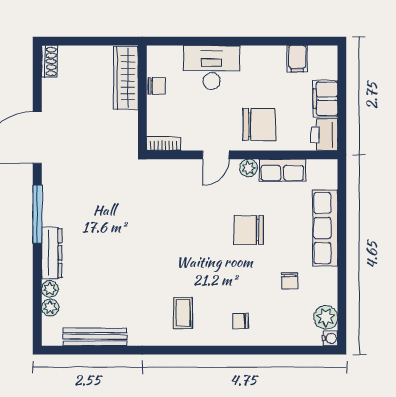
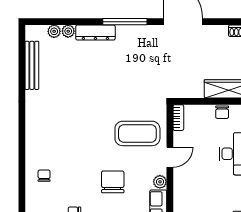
chair: (259, 125) -> (193, 190), removed
door: (216, 155) -> (170, 157), swing flipped
coffee table: (183, 313) -> (137, 133), moved, width x1.86, depth x1.72

